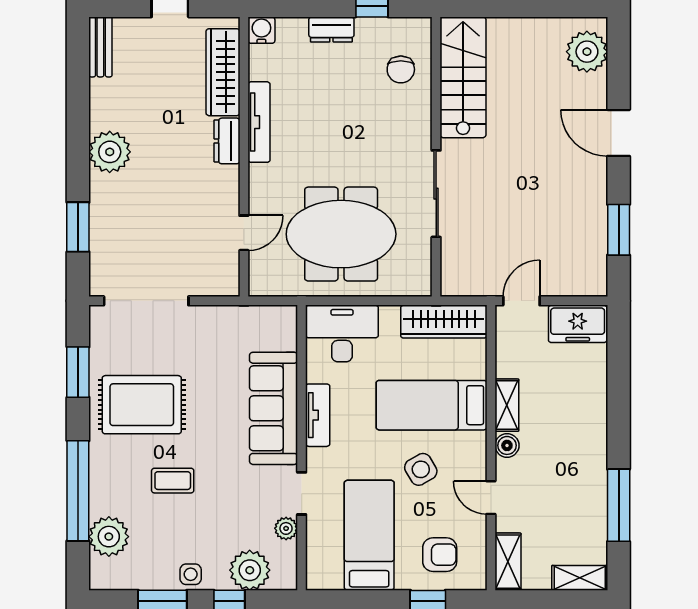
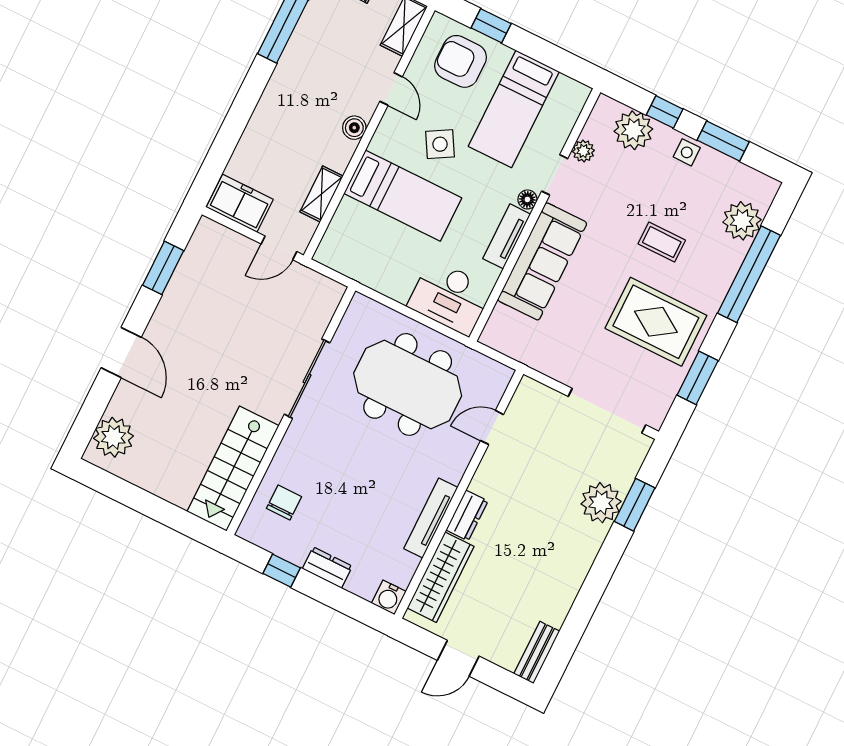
plant: (110, 152) -> (601, 503), moved
wardrobe: (444, 322) -> (356, 263), removed
shelving: (507, 405) -> (322, 194), moved
floor lamp: (315, 458) -> (527, 199), added
armchair: (440, 555) -> (461, 61), width x1.38, depth x1.38

